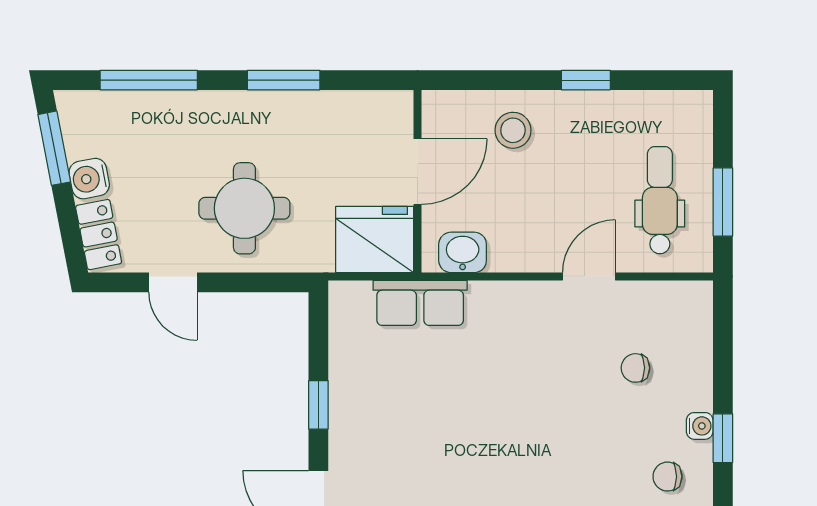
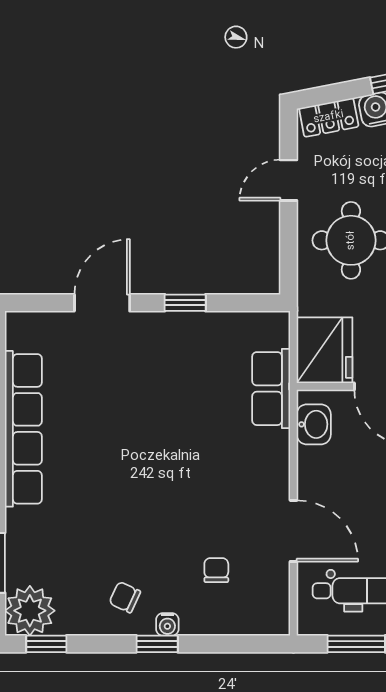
door: (589, 276) -> (293, 531), width x1.38
chair: (667, 477) -> (125, 597), turned -65

